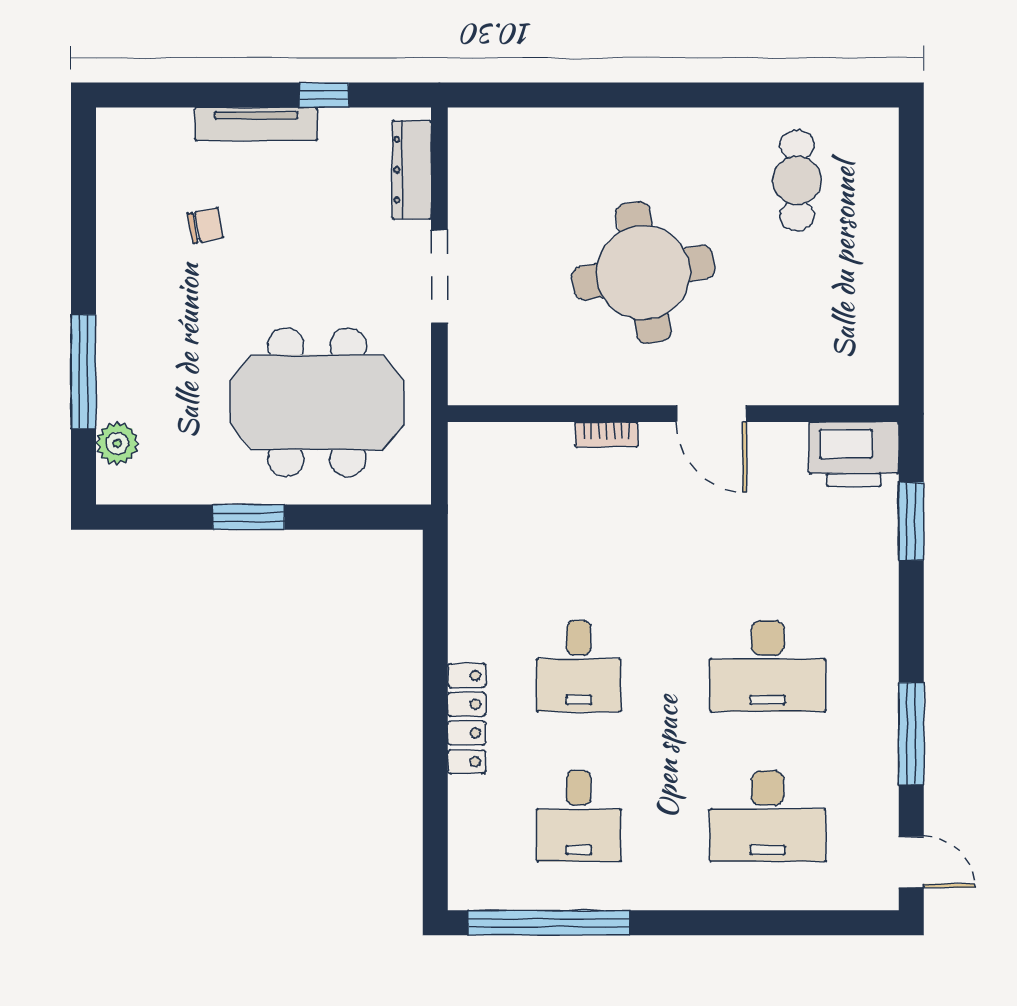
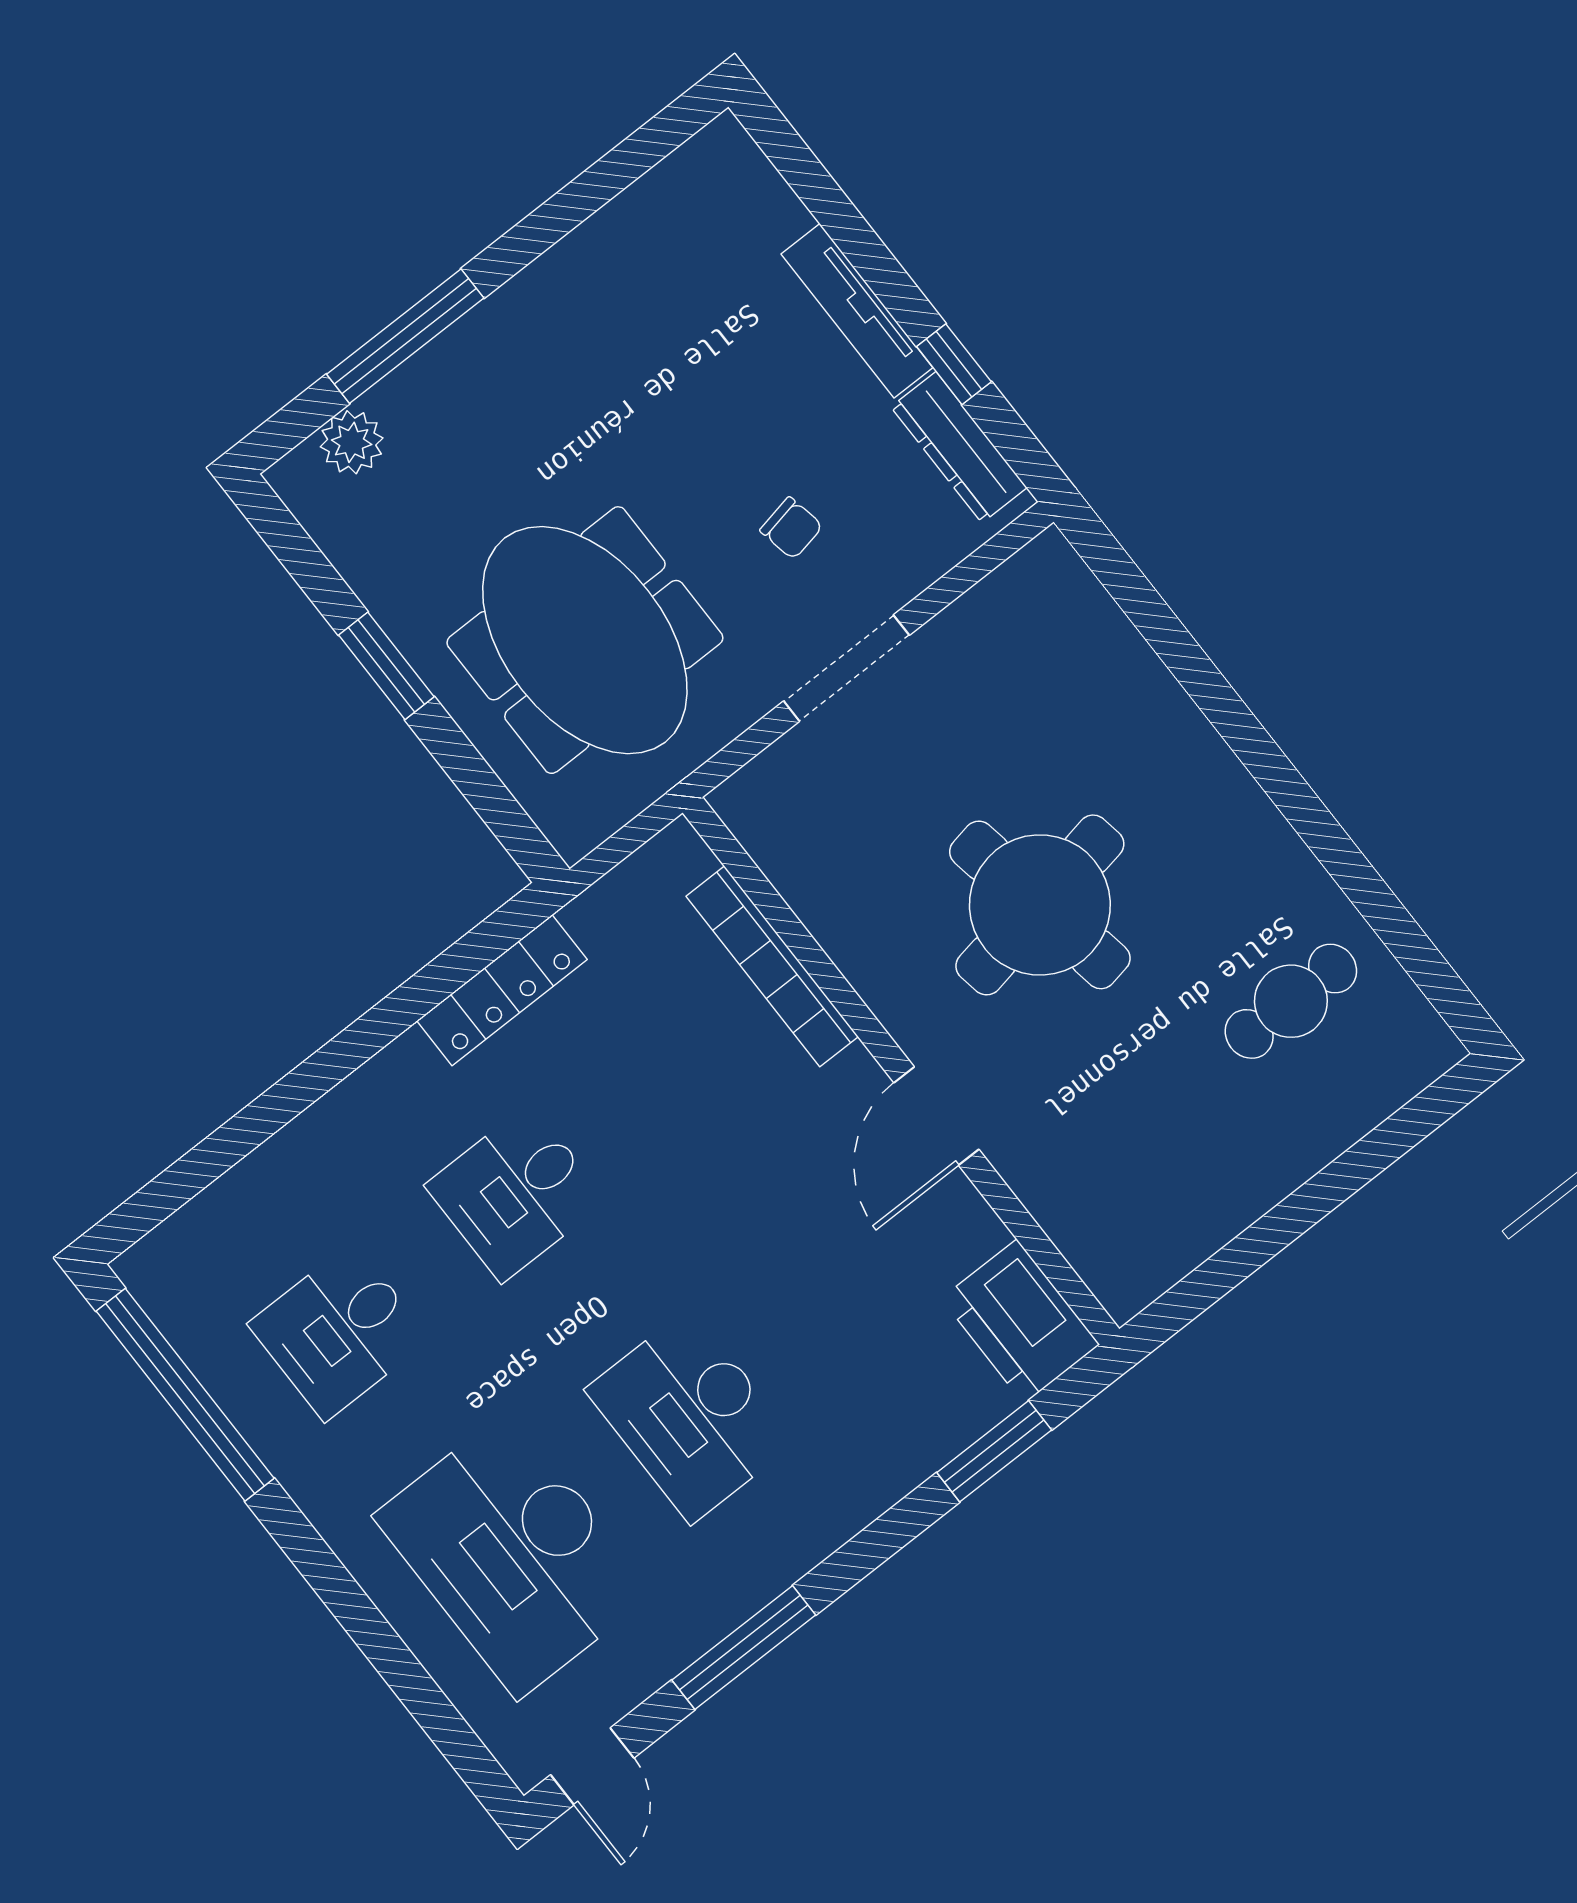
dresser: (412, 170) -> (959, 447), moved, turned -90
chair: (205, 226) -> (791, 528), moved
bookcase: (606, 434) -> (772, 966), width x2.31, depth x1.31
locker: (467, 719) -> (502, 990), moved
desk: (768, 816) -> (514, 1554), width x1.36, depth x1.30

